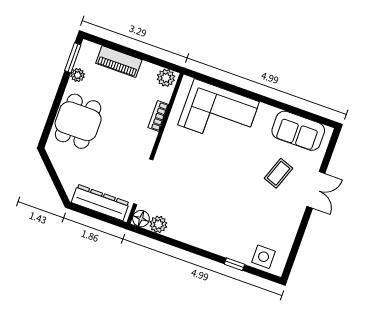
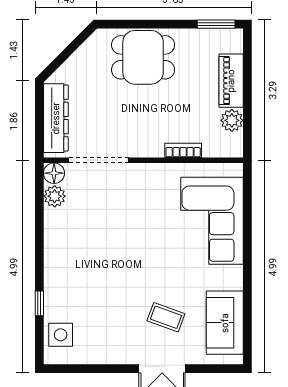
plant: (78, 75) -> (198, 37), removed
plant: (166, 78) -> (232, 120), moved

